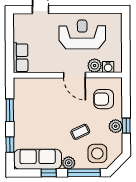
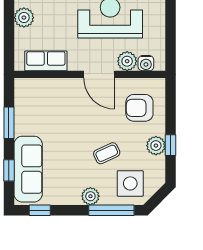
plant: (20, 35) -> (24, 18), added
row of seats: (20, 58) -> (46, 61), moved, turned -90
sofa: (38, 159) -> (28, 169), moved, turned 90
window: (49, 173) -> (40, 210), moved

